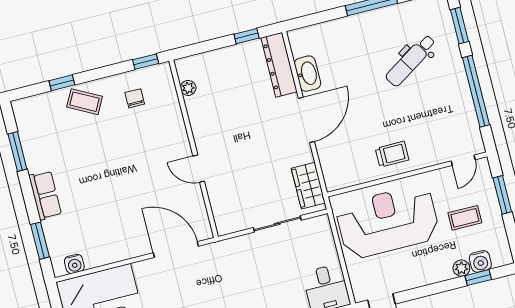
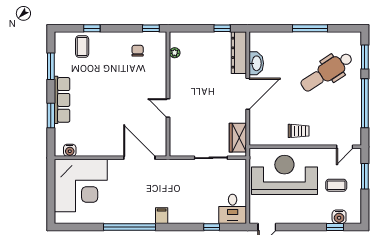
dental chair: (411, 61) -> (327, 72), width x1.36, depth x1.38
coffee table: (85, 102) -> (82, 46), moved, turned 62
row of seats: (45, 195) -> (62, 100), width x1.48
window: (40, 241) -> (51, 116), moved
plant: (461, 268) -> (326, 218), removed

